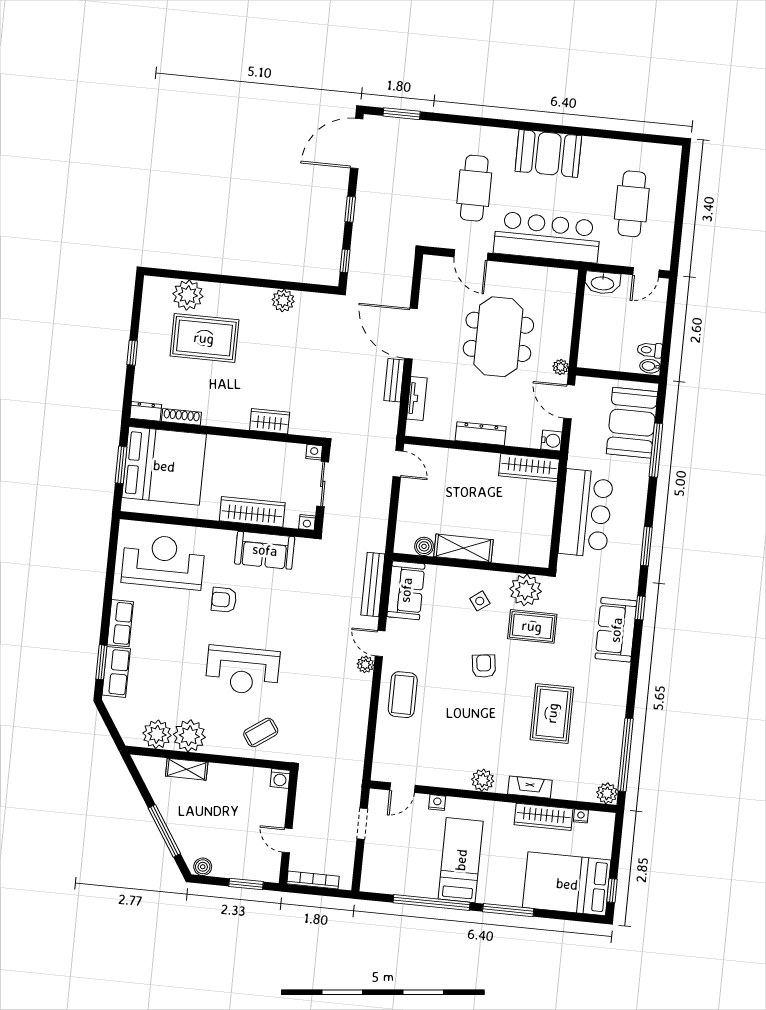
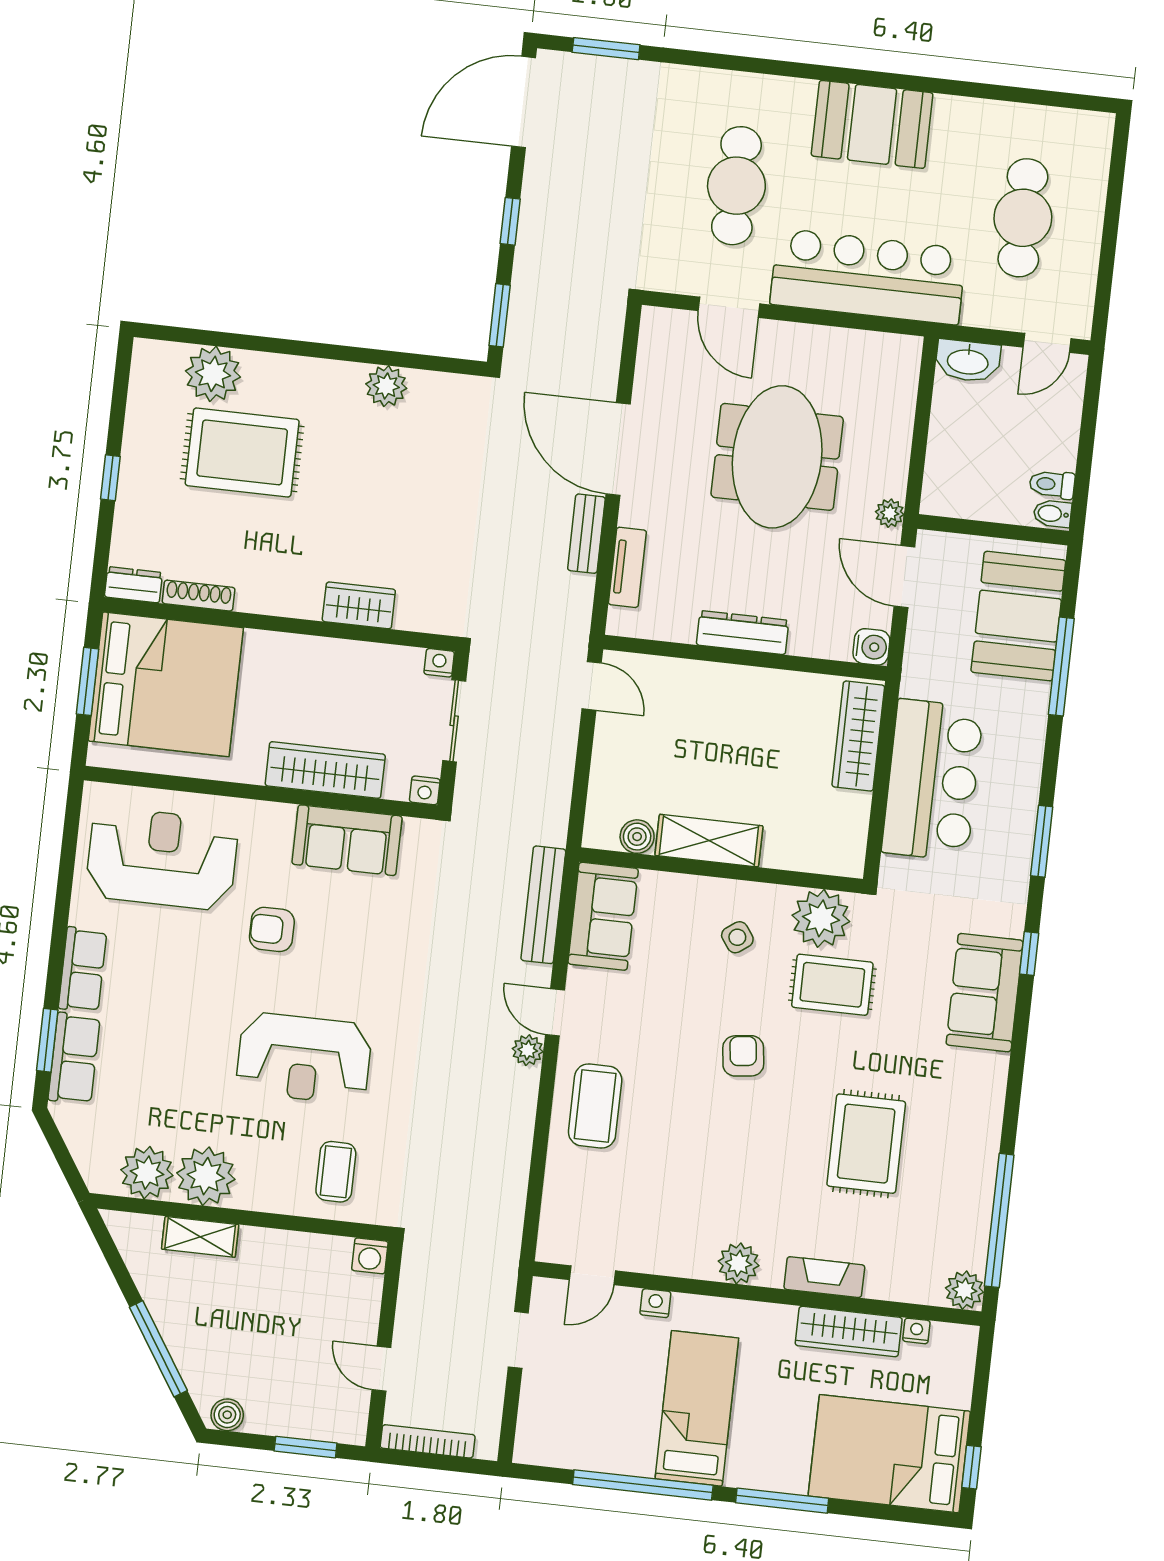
window: (345, 261) -> (500, 315), width x1.50
wardrobe: (529, 468) -> (858, 736), moved, turned 90
coffee table: (261, 732) -> (336, 1172), turned -55

